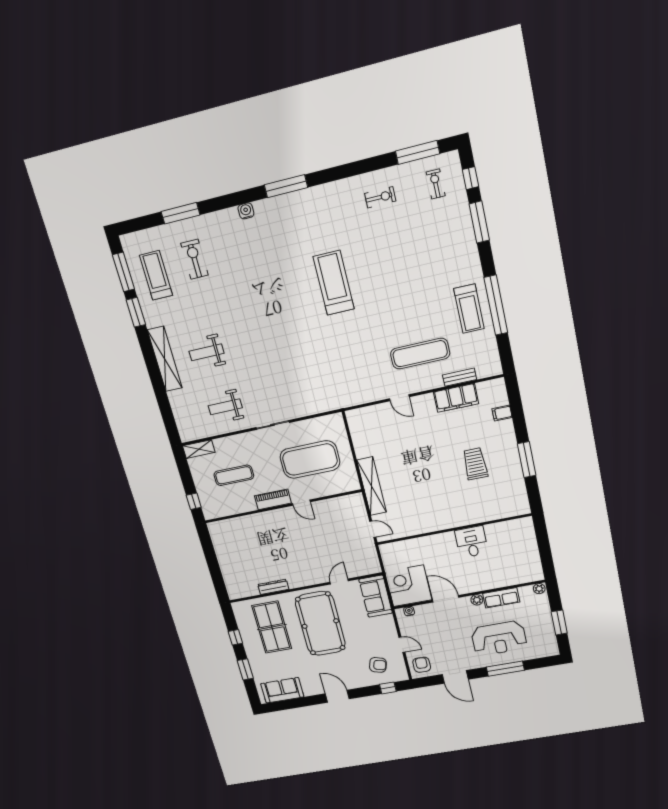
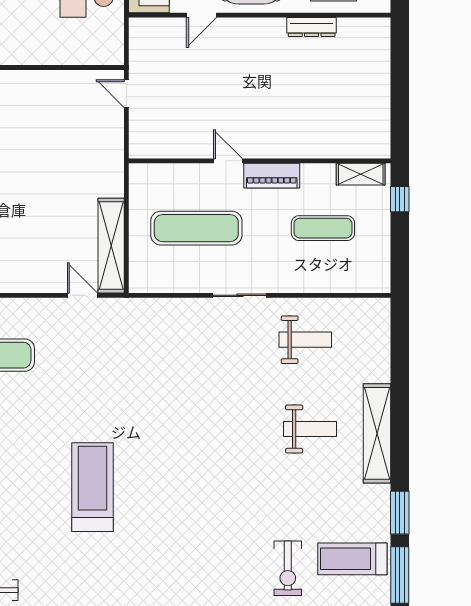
treadmill: (156, 275) -> (352, 559), turned 90
treadmill: (334, 283) -> (93, 487), turned 180
door: (399, 398) -> (83, 295), moved
shelving: (199, 449) -> (361, 174), moved
exercise mat: (310, 460) -> (196, 228), width x0.68
shelving: (372, 486) -> (111, 246), moved

